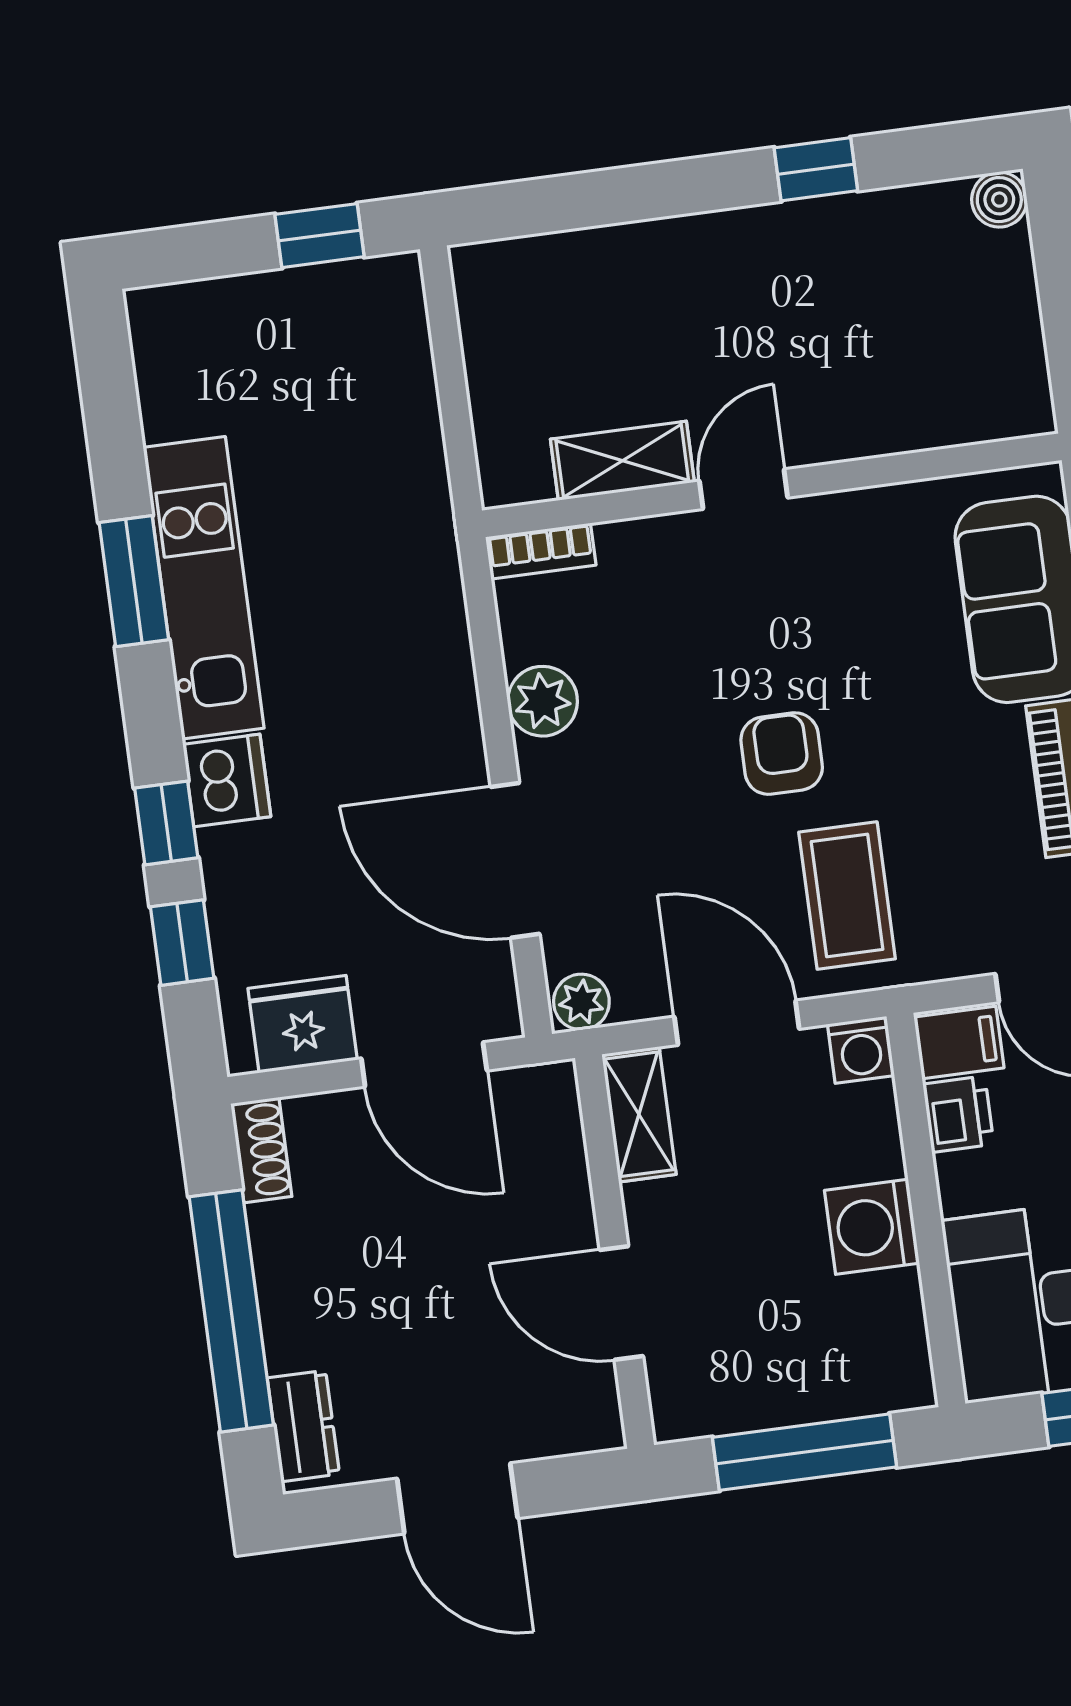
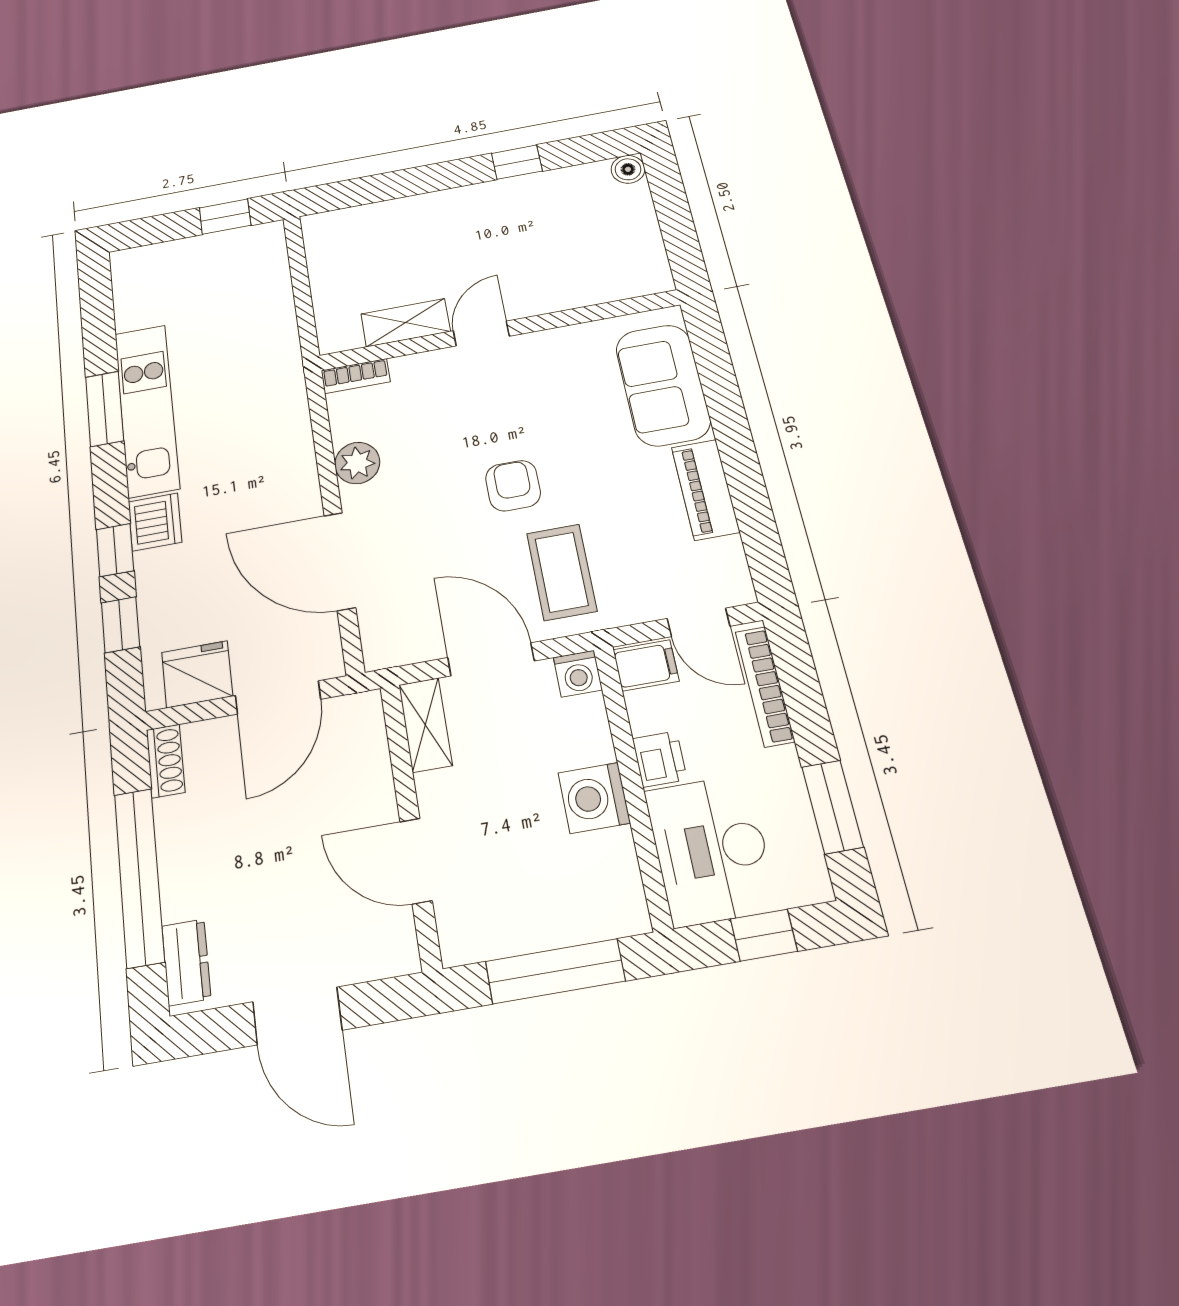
plant: (581, 1002) -> (385, 650), removed
door: (424, 1065) -> (278, 697), hinge flipped
printer: (958, 1114) -> (660, 759), moved

